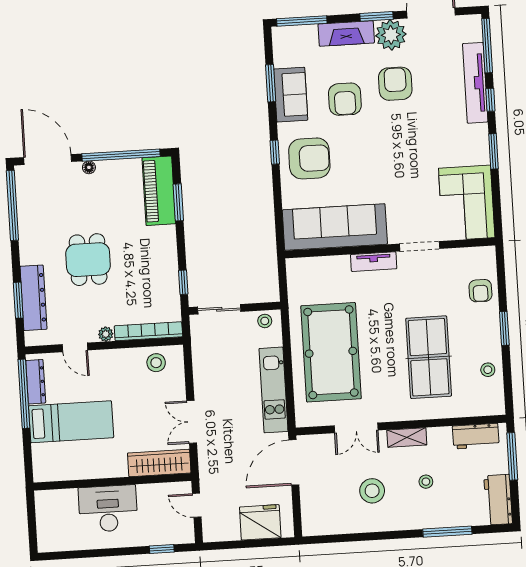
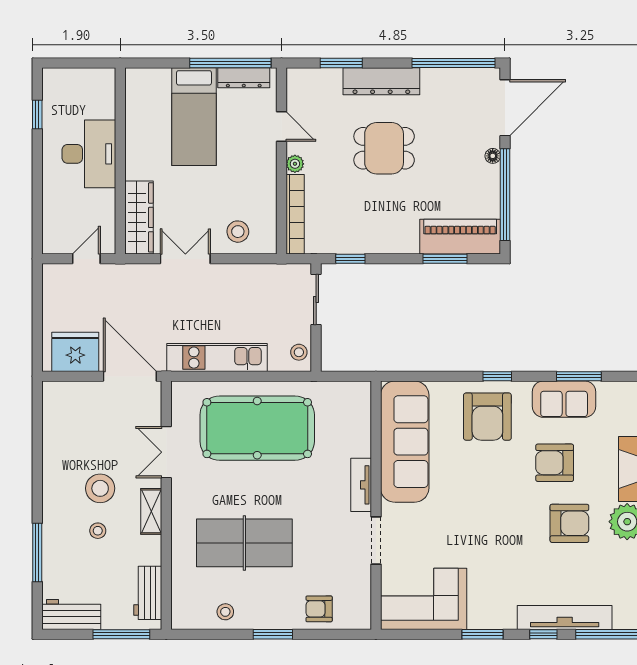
dresser: (34, 298) -> (381, 81), moved
door: (75, 347) -> (281, 127), swing flipped
stool: (156, 363) -> (238, 232), moved
stool: (372, 491) -> (100, 488), moved
fridge: (260, 522) -> (75, 352), moved, turned -90
window: (162, 549) -> (37, 114), moved

